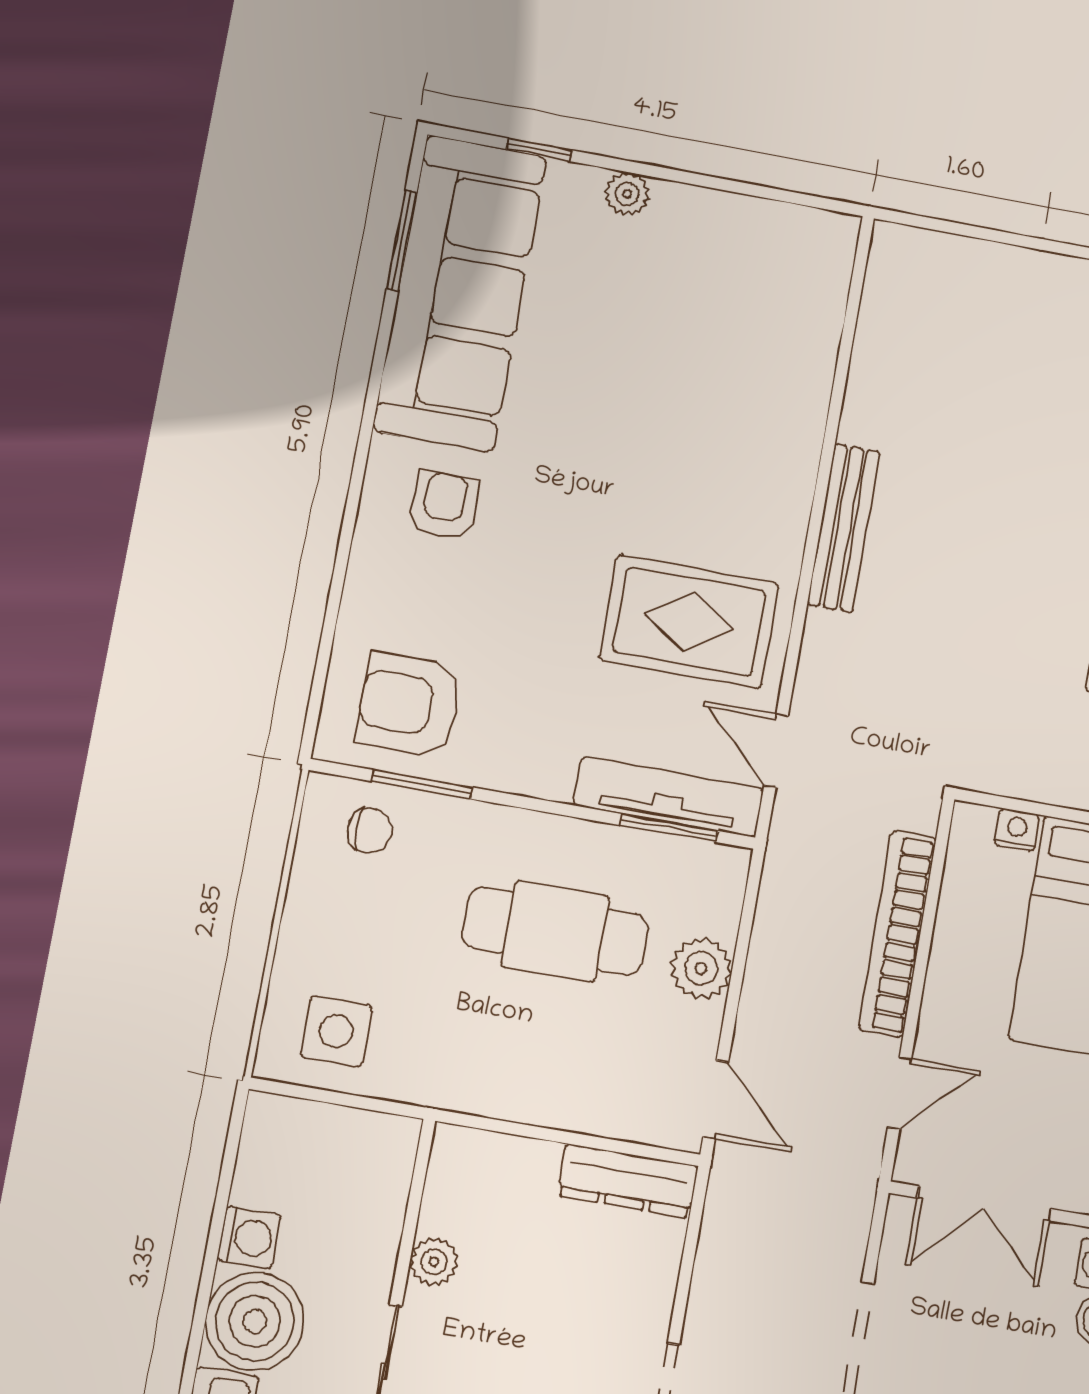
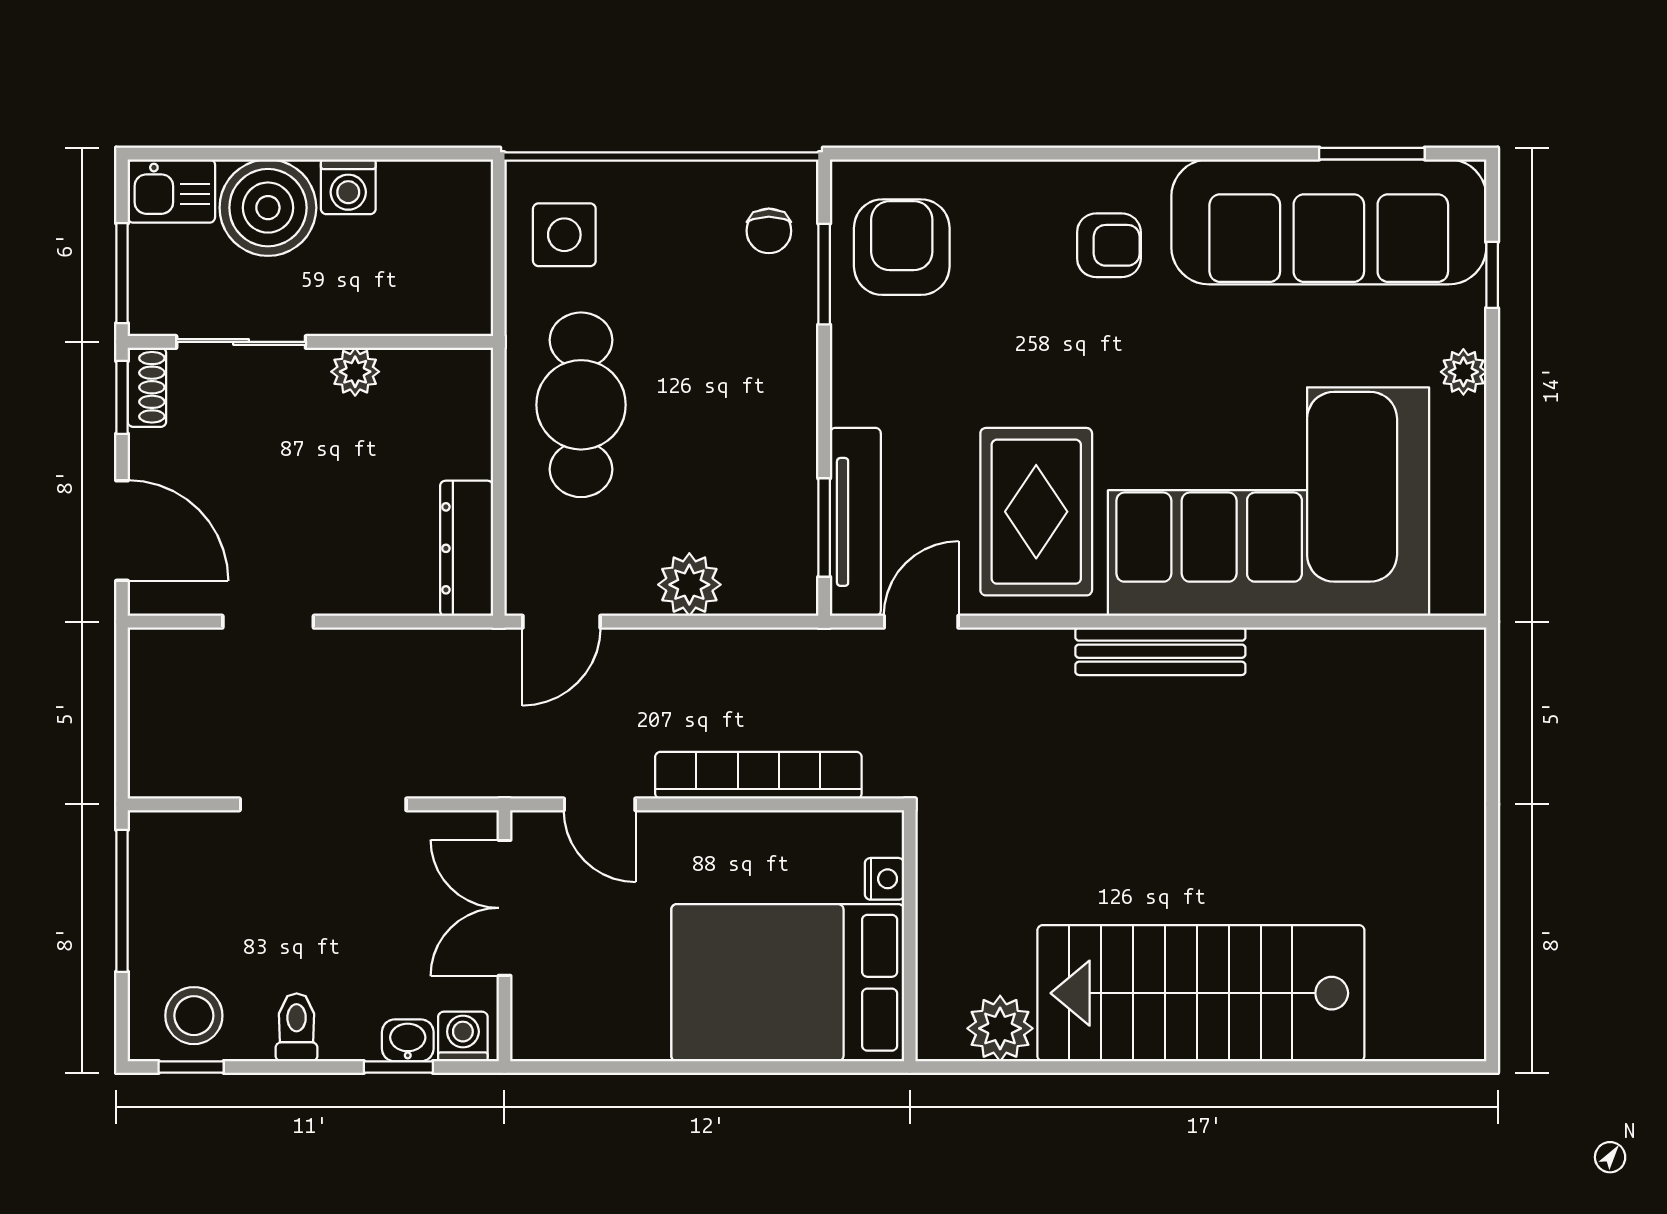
corner sofa: (718, 400) -> (1269, 502), added
cafe table: (555, 931) -> (581, 405), moved

